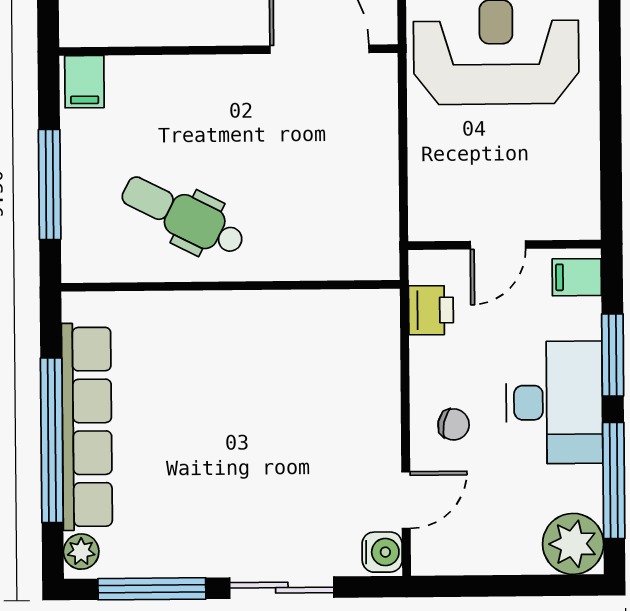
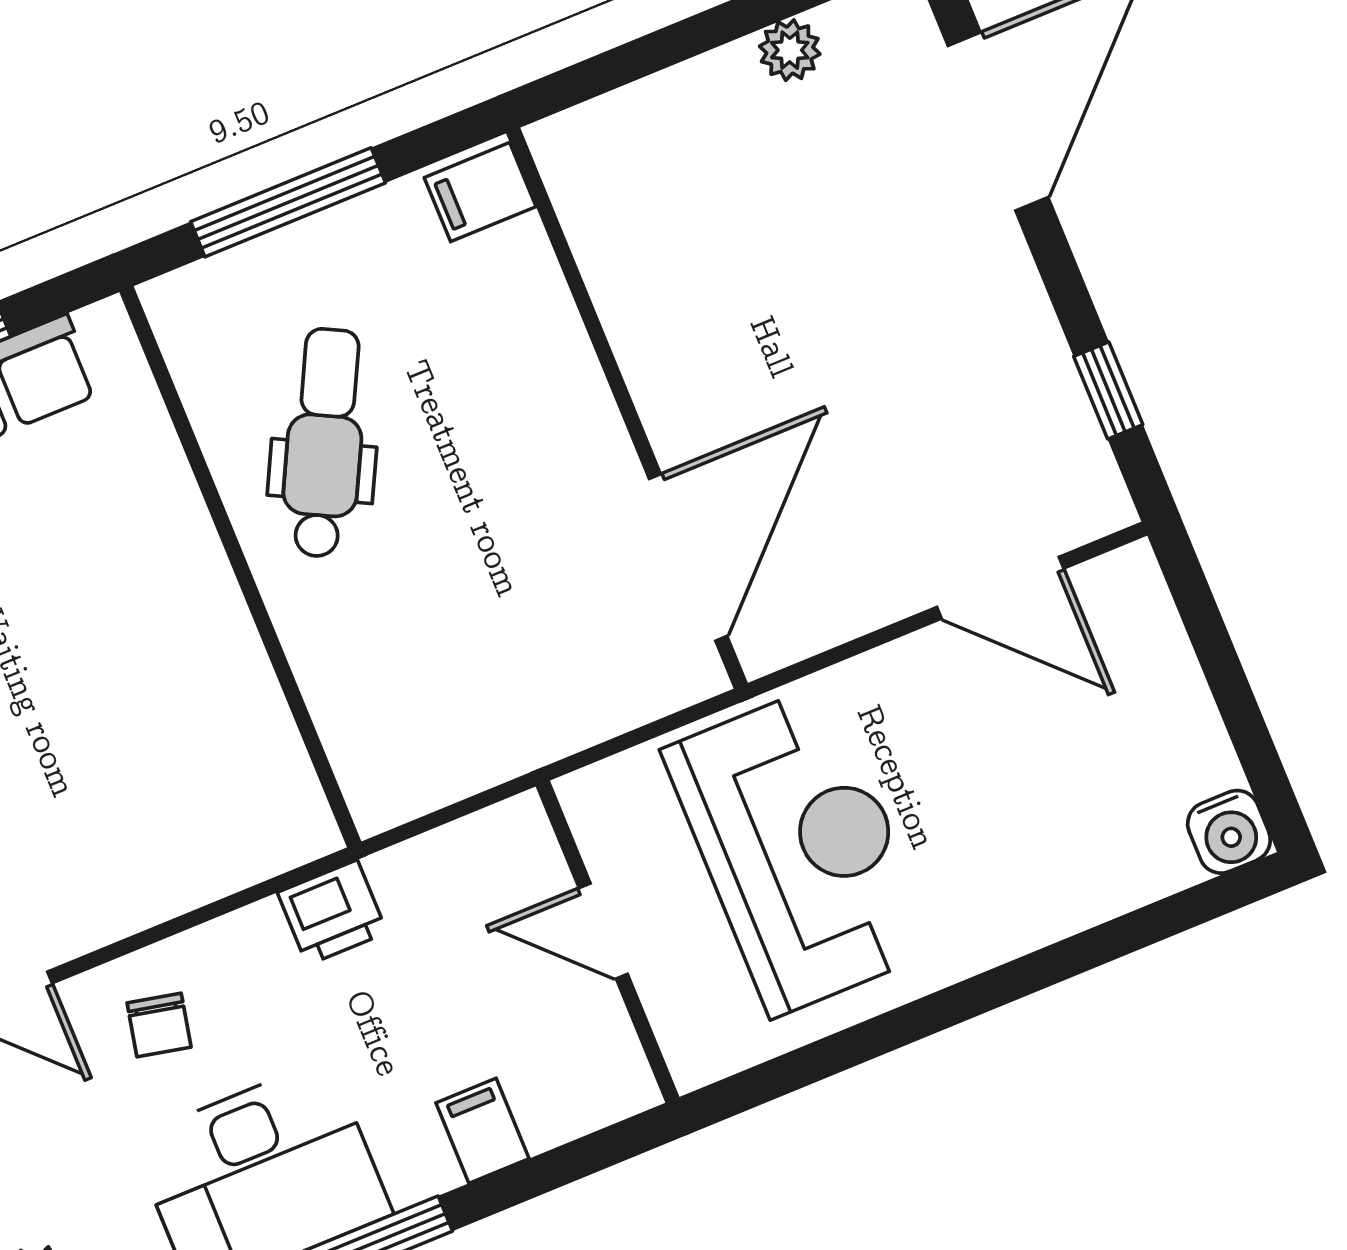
door: (498, 245) -> (603, 931), moved
wall: (505, 245) -> (608, 942), moved

